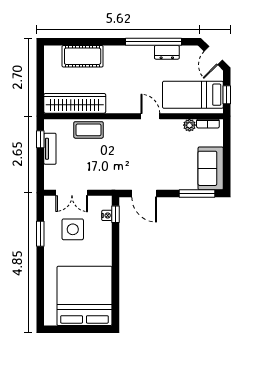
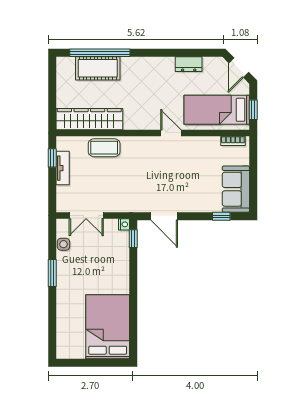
window: (153, 42) -> (100, 53), moved
plant: (189, 125) -> (213, 143), removed
window: (197, 193) -> (221, 216), width x0.46
nightstand: (107, 215) -> (124, 224), moved
side table: (73, 229) -> (63, 244), moved, width x0.54, depth x0.54
window: (40, 234) -> (52, 273), moved
bed: (84, 296) -> (108, 327), width x0.73

